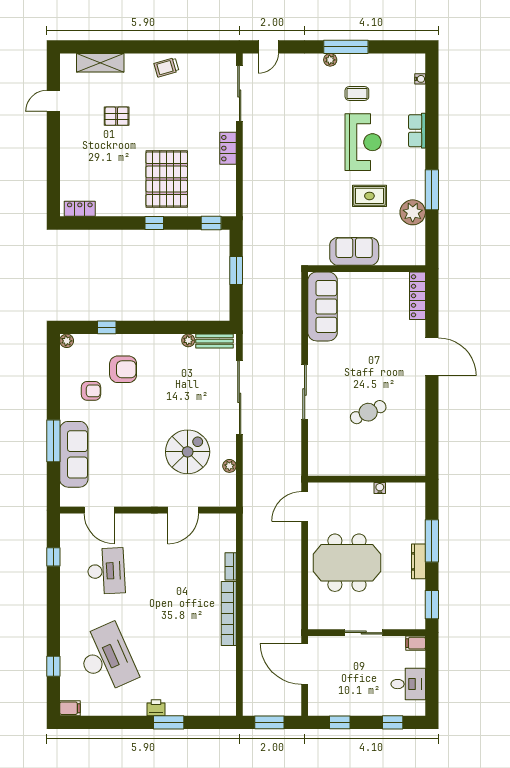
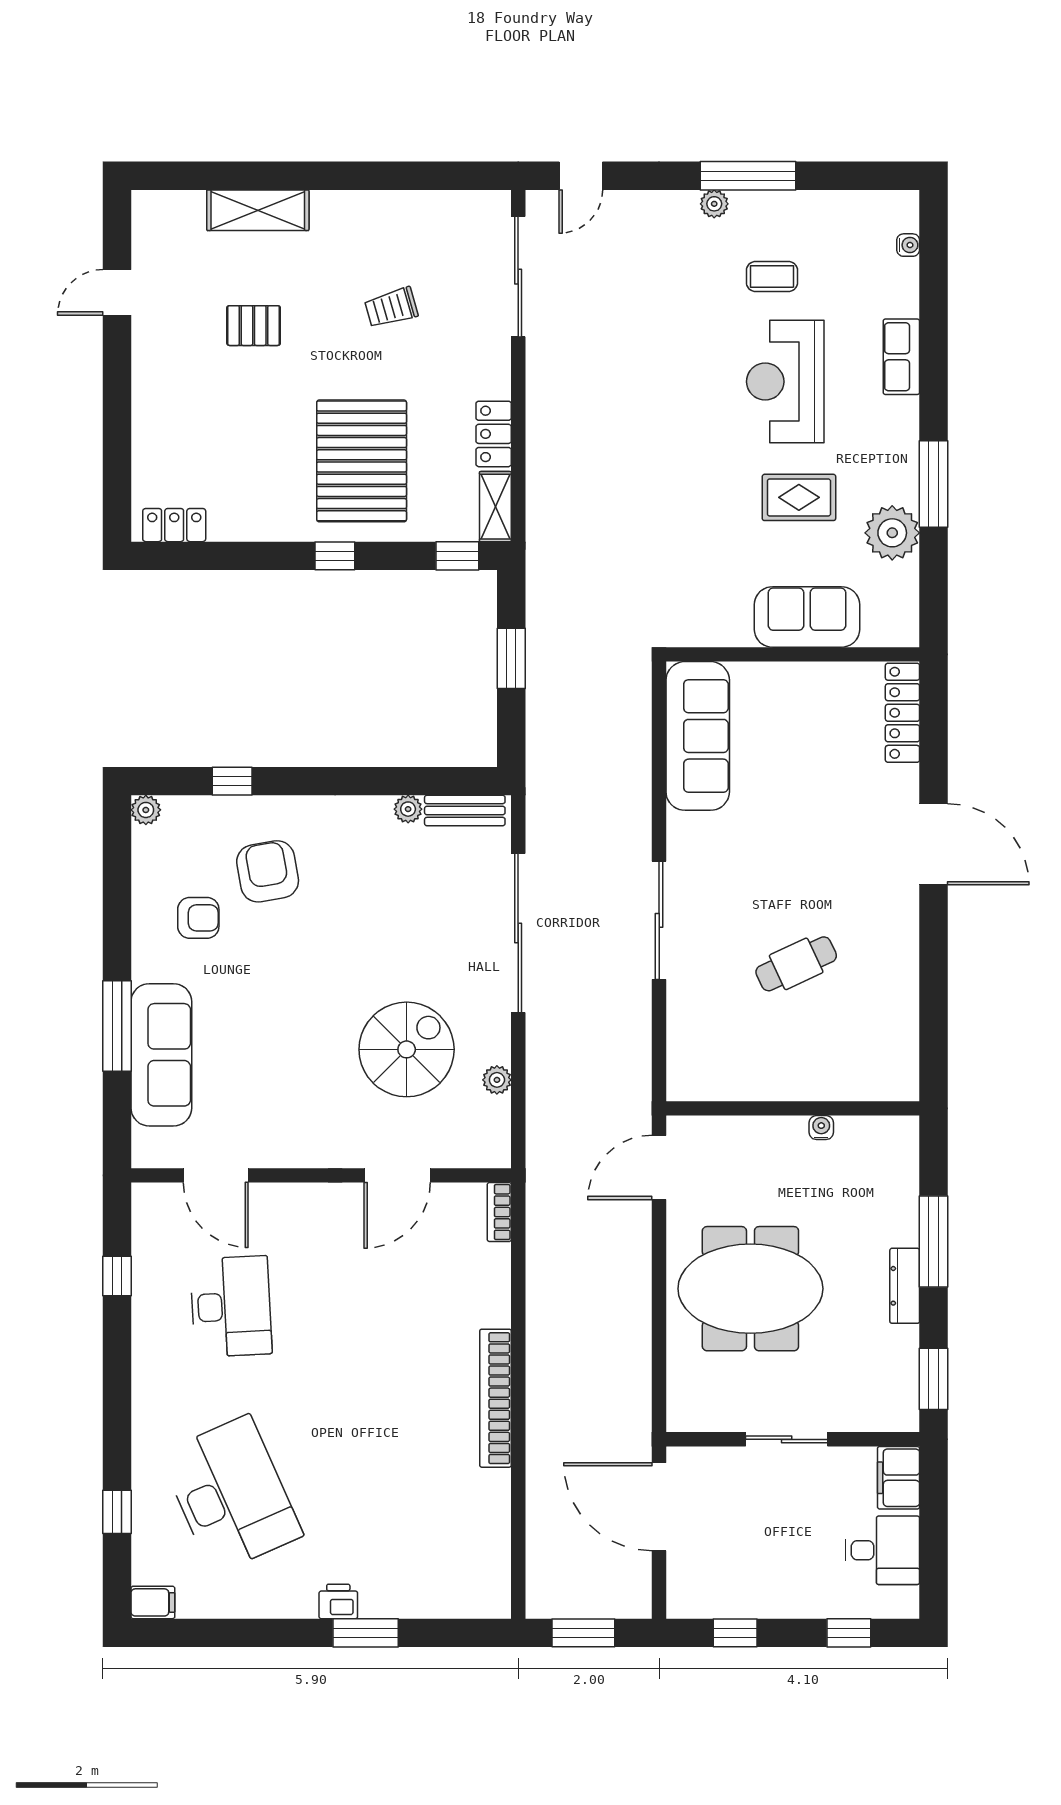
shelving: (100, 63) -> (258, 210), moved
trolley: (166, 67) -> (391, 308), moved
reception desk: (363, 142) -> (785, 382), turned 180
locker: (228, 148) -> (494, 434), moved
shelving: (229, 200) -> (495, 507), added
sofa: (354, 251) -> (807, 617), moved
armchair: (123, 369) -> (268, 871), turned -100
bookcase: (231, 566) -> (499, 1212), moved
filing cabinet: (416, 643) -> (899, 1478), width x2.00

